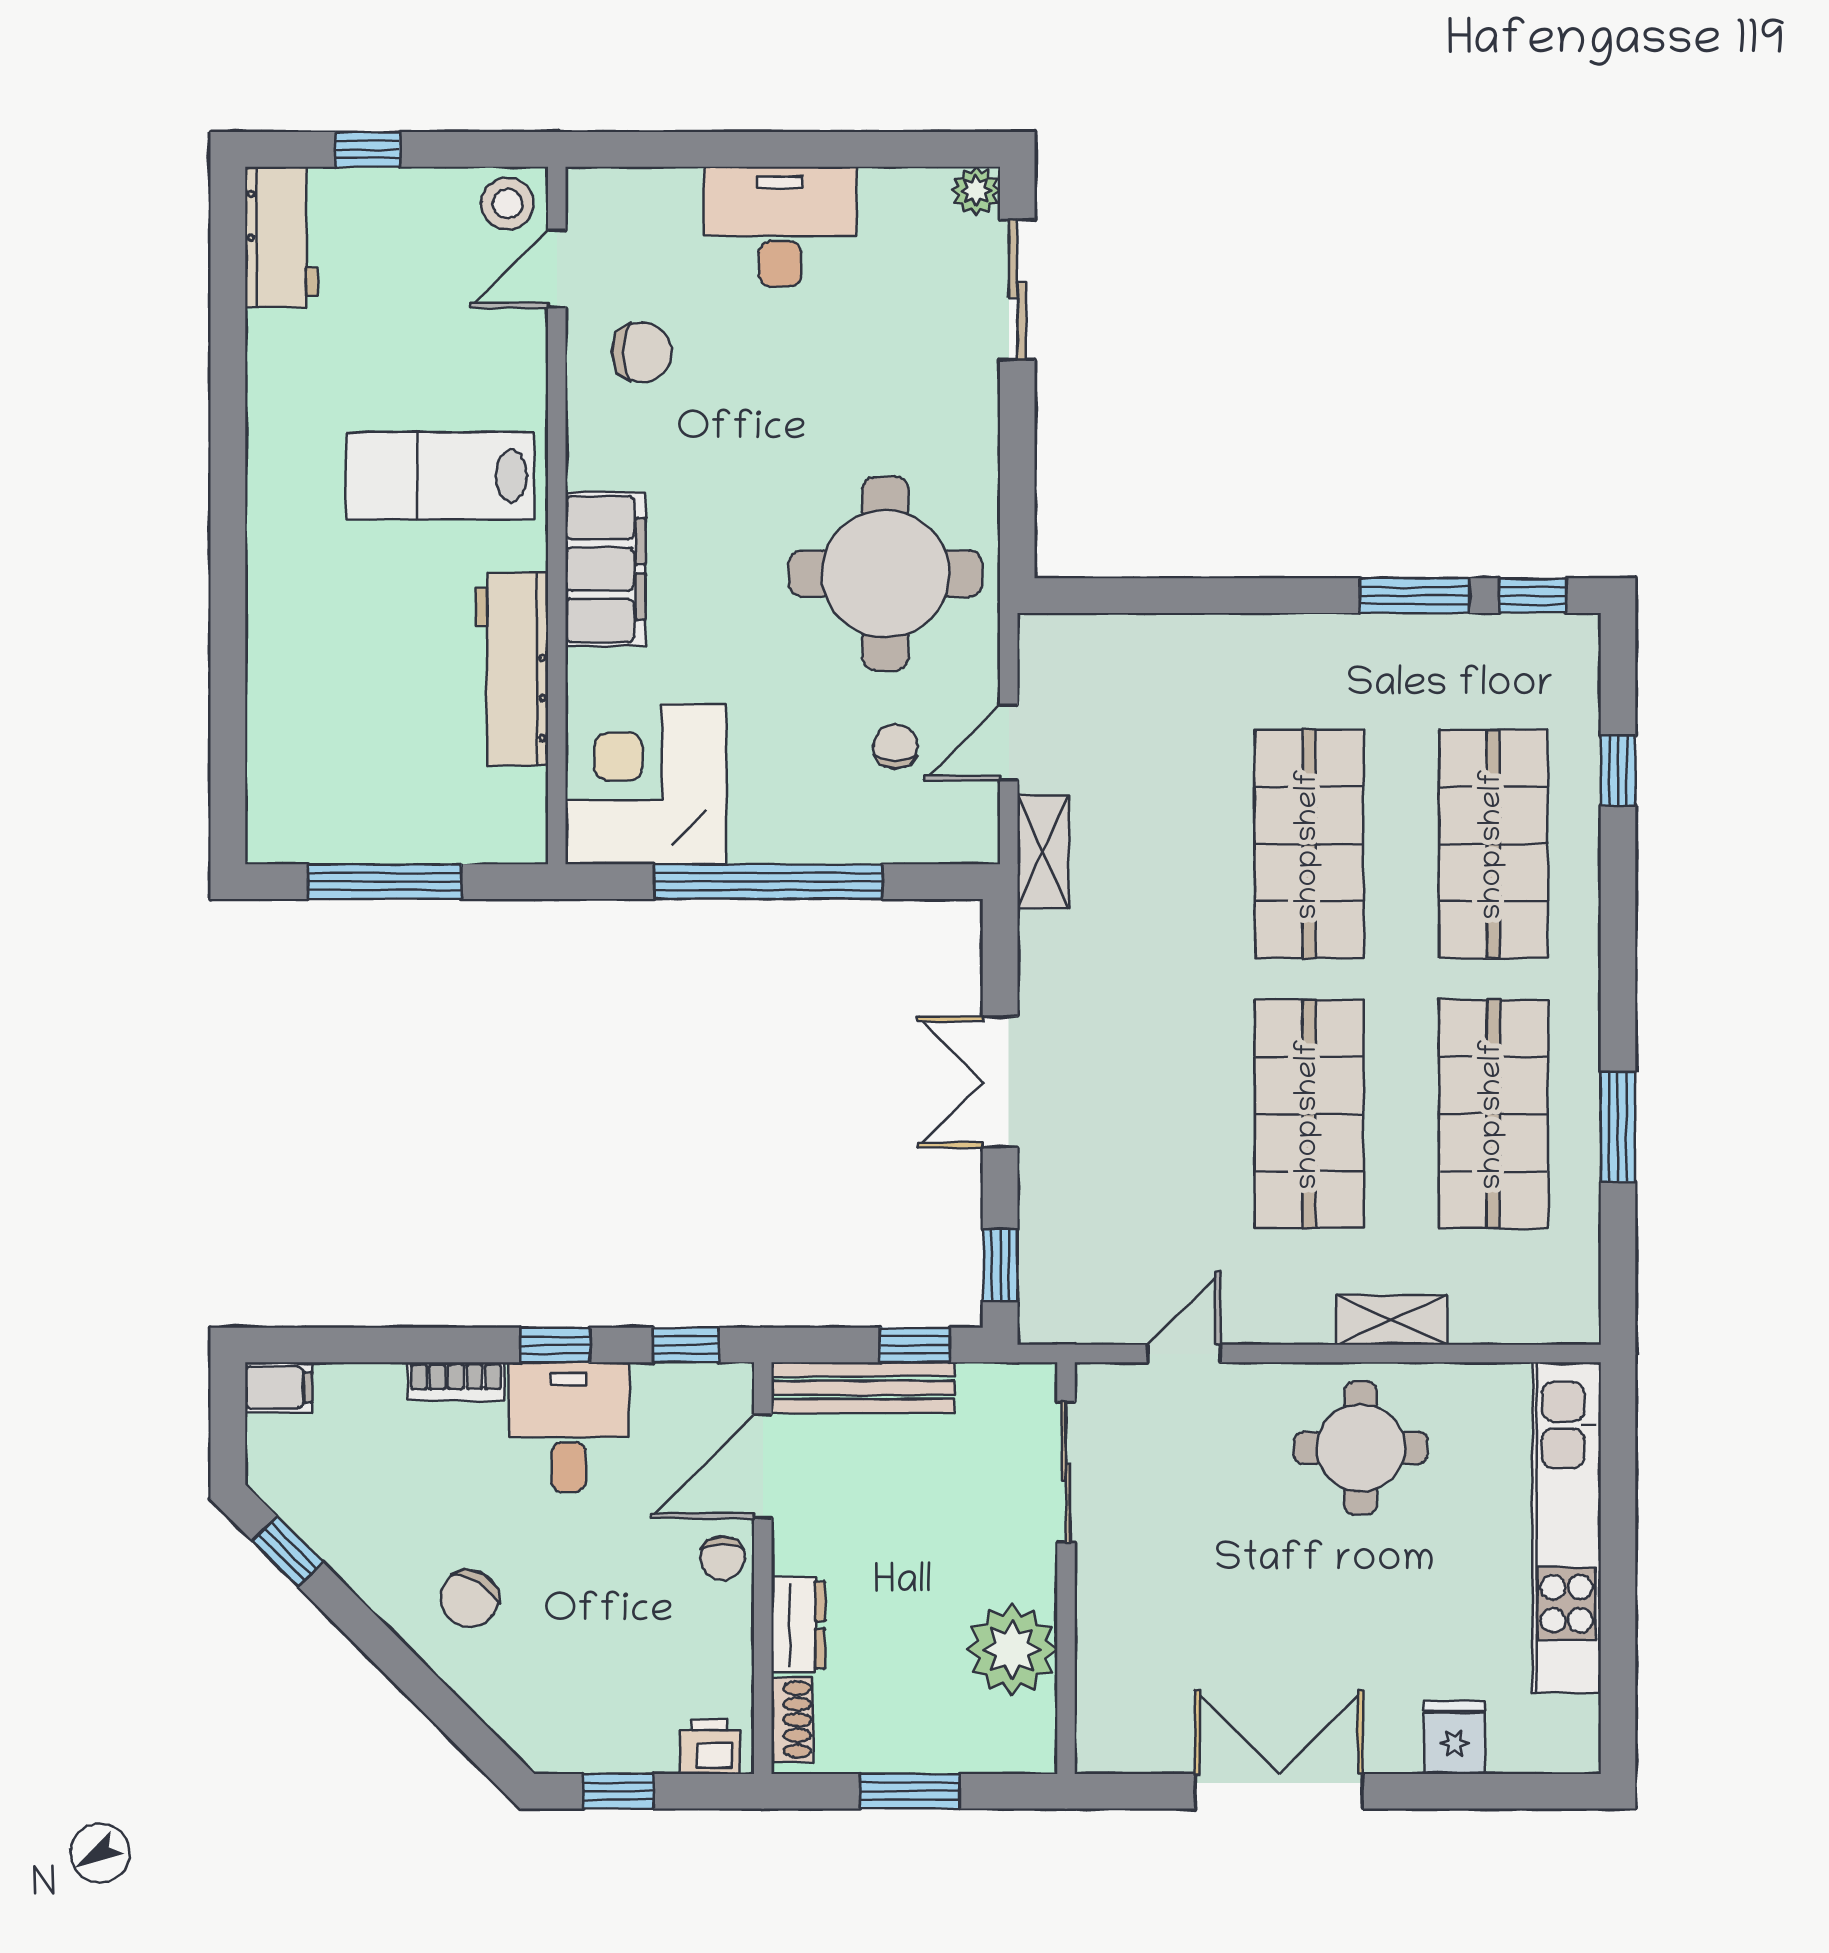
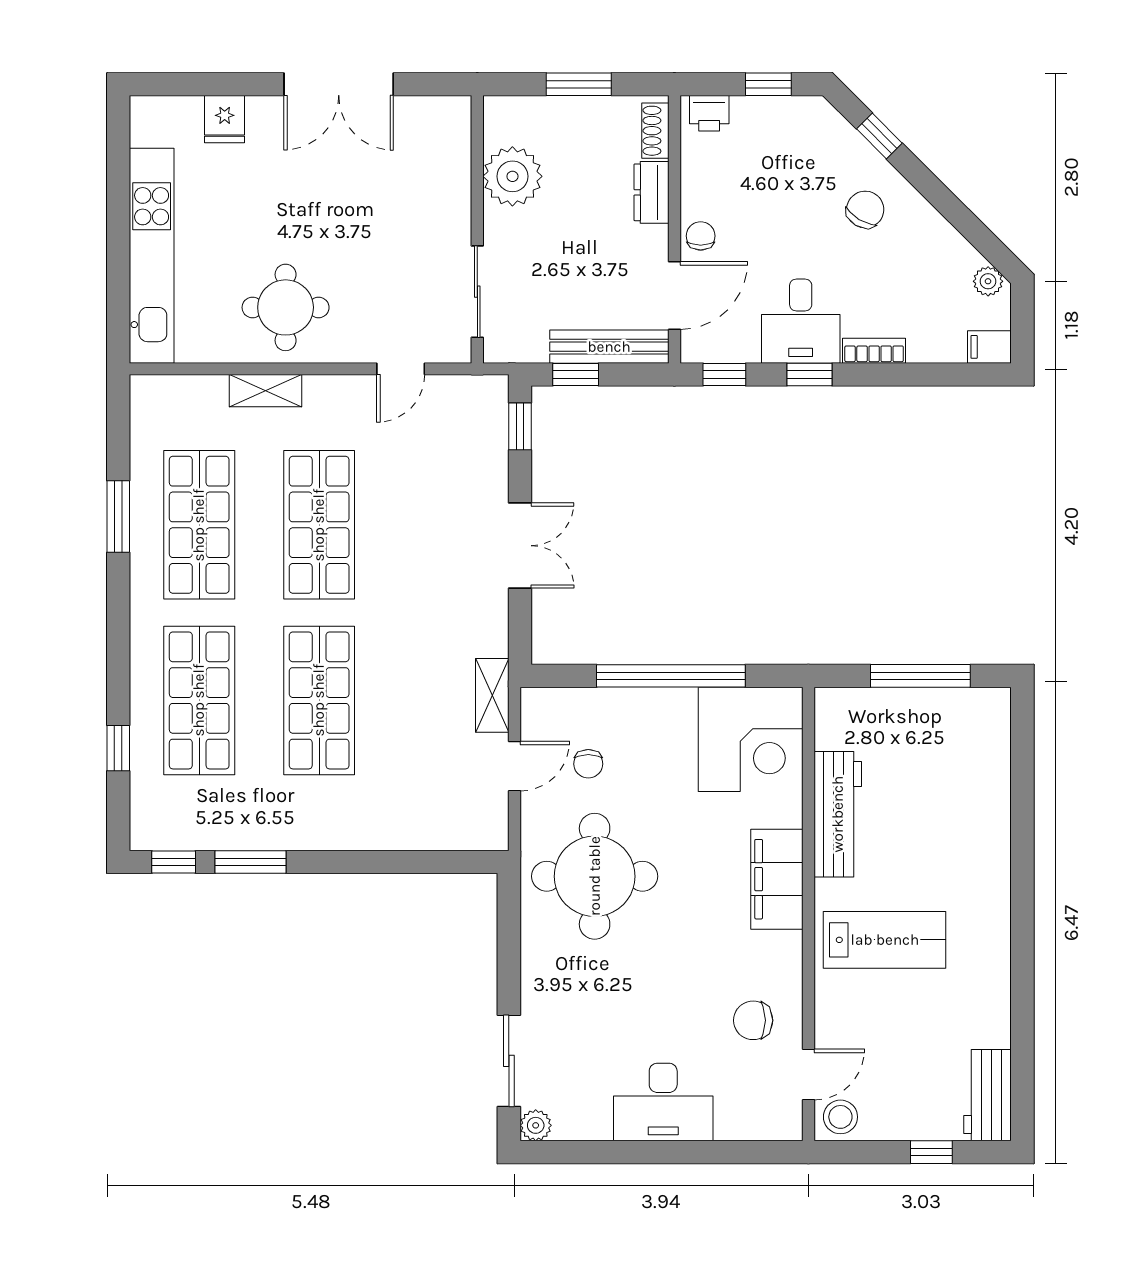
plant: (281, 1488) -> (988, 281), added
window: (288, 1552) -> (879, 136), moved

